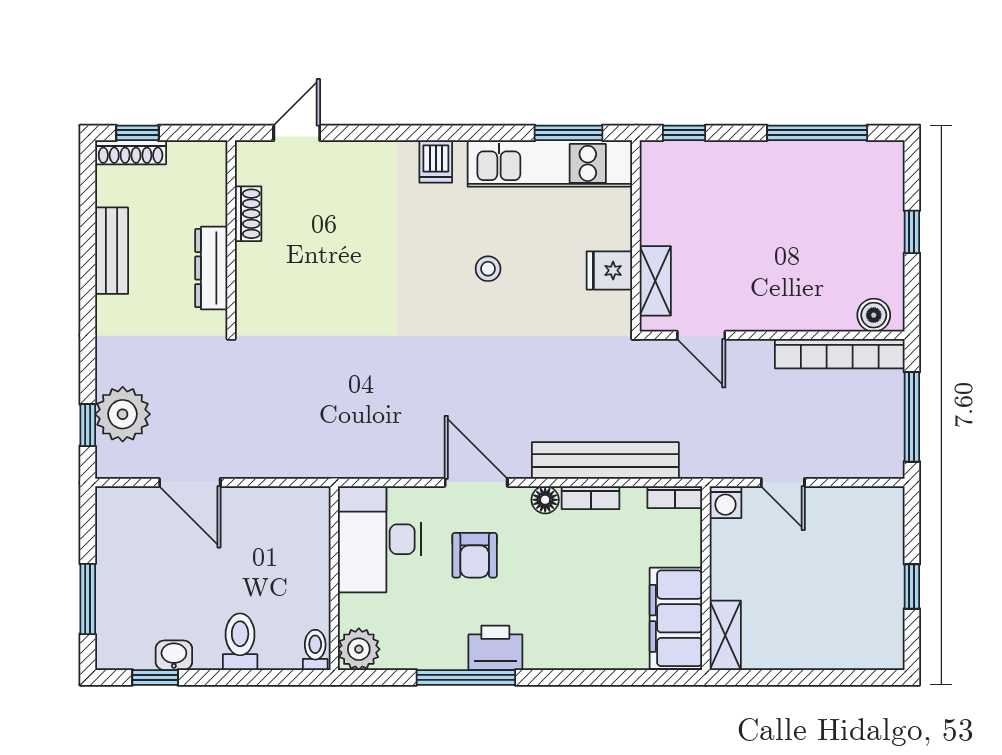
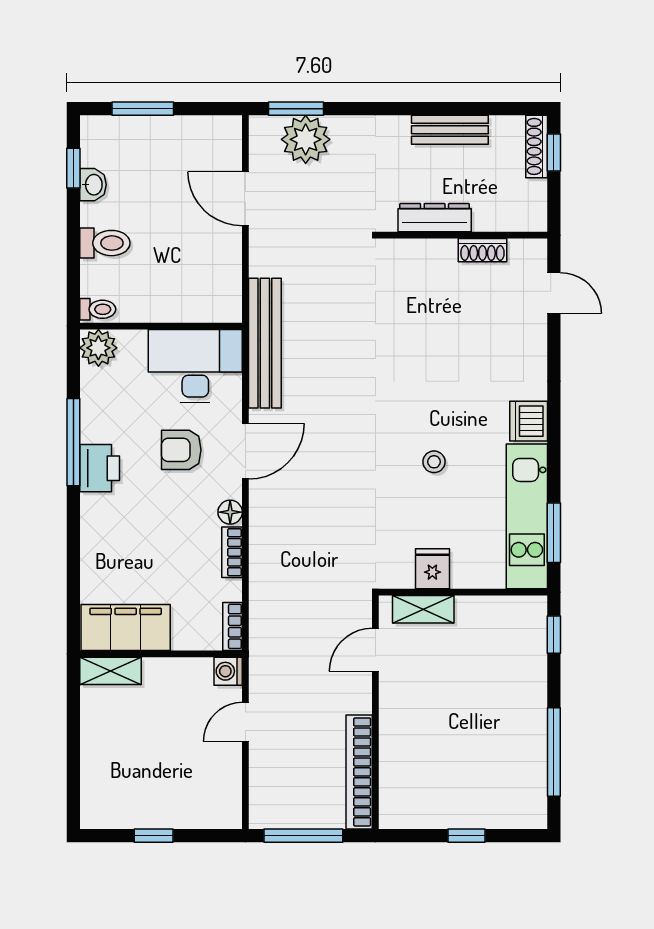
dishwasher: (436, 161) -> (529, 421), width x1.38
boiler: (874, 315) -> (393, 802), removed
window: (88, 425) -> (296, 109), width x1.50
bench: (605, 460) -> (265, 343), moved
door: (190, 482) -> (245, 199), hinge flipped

